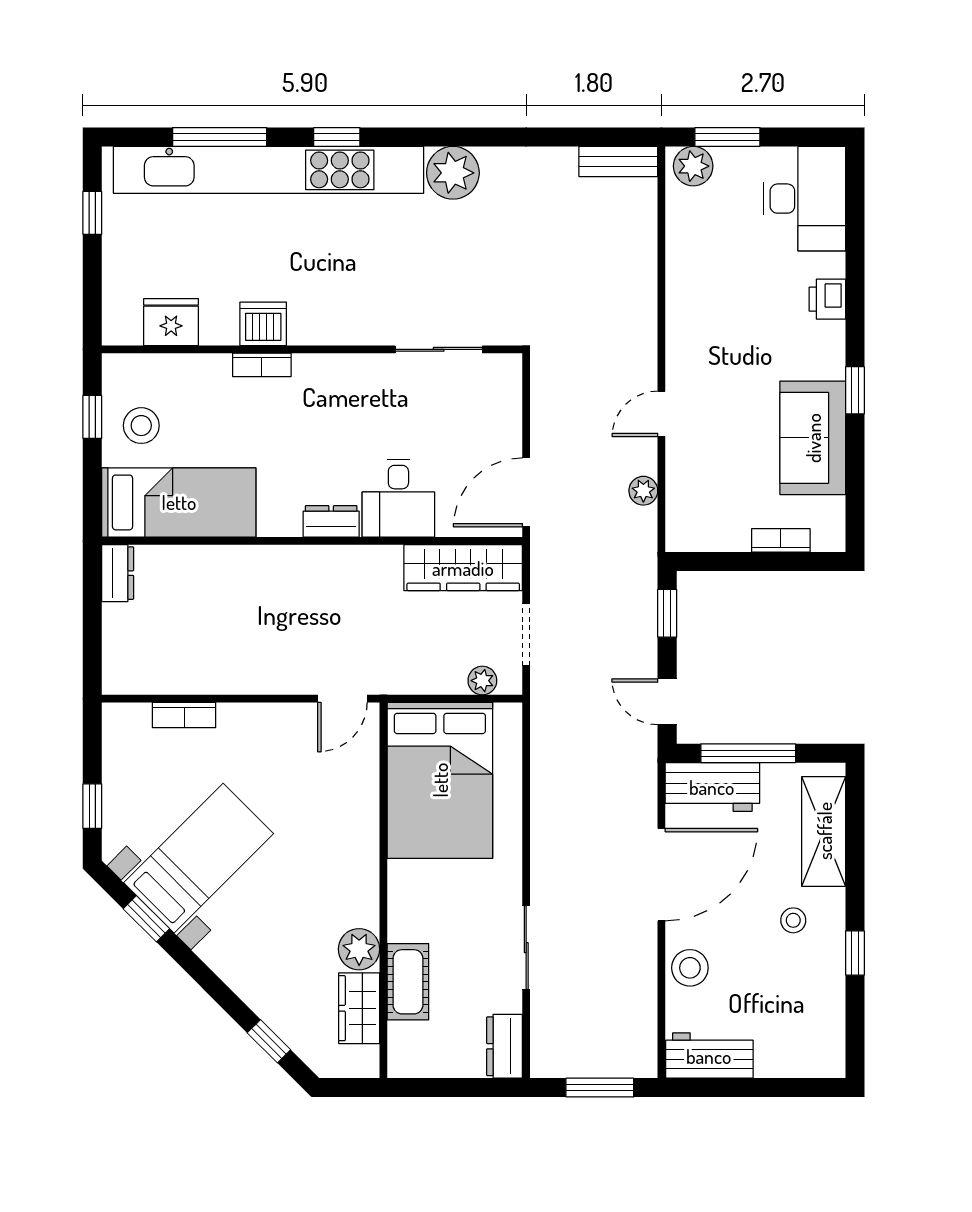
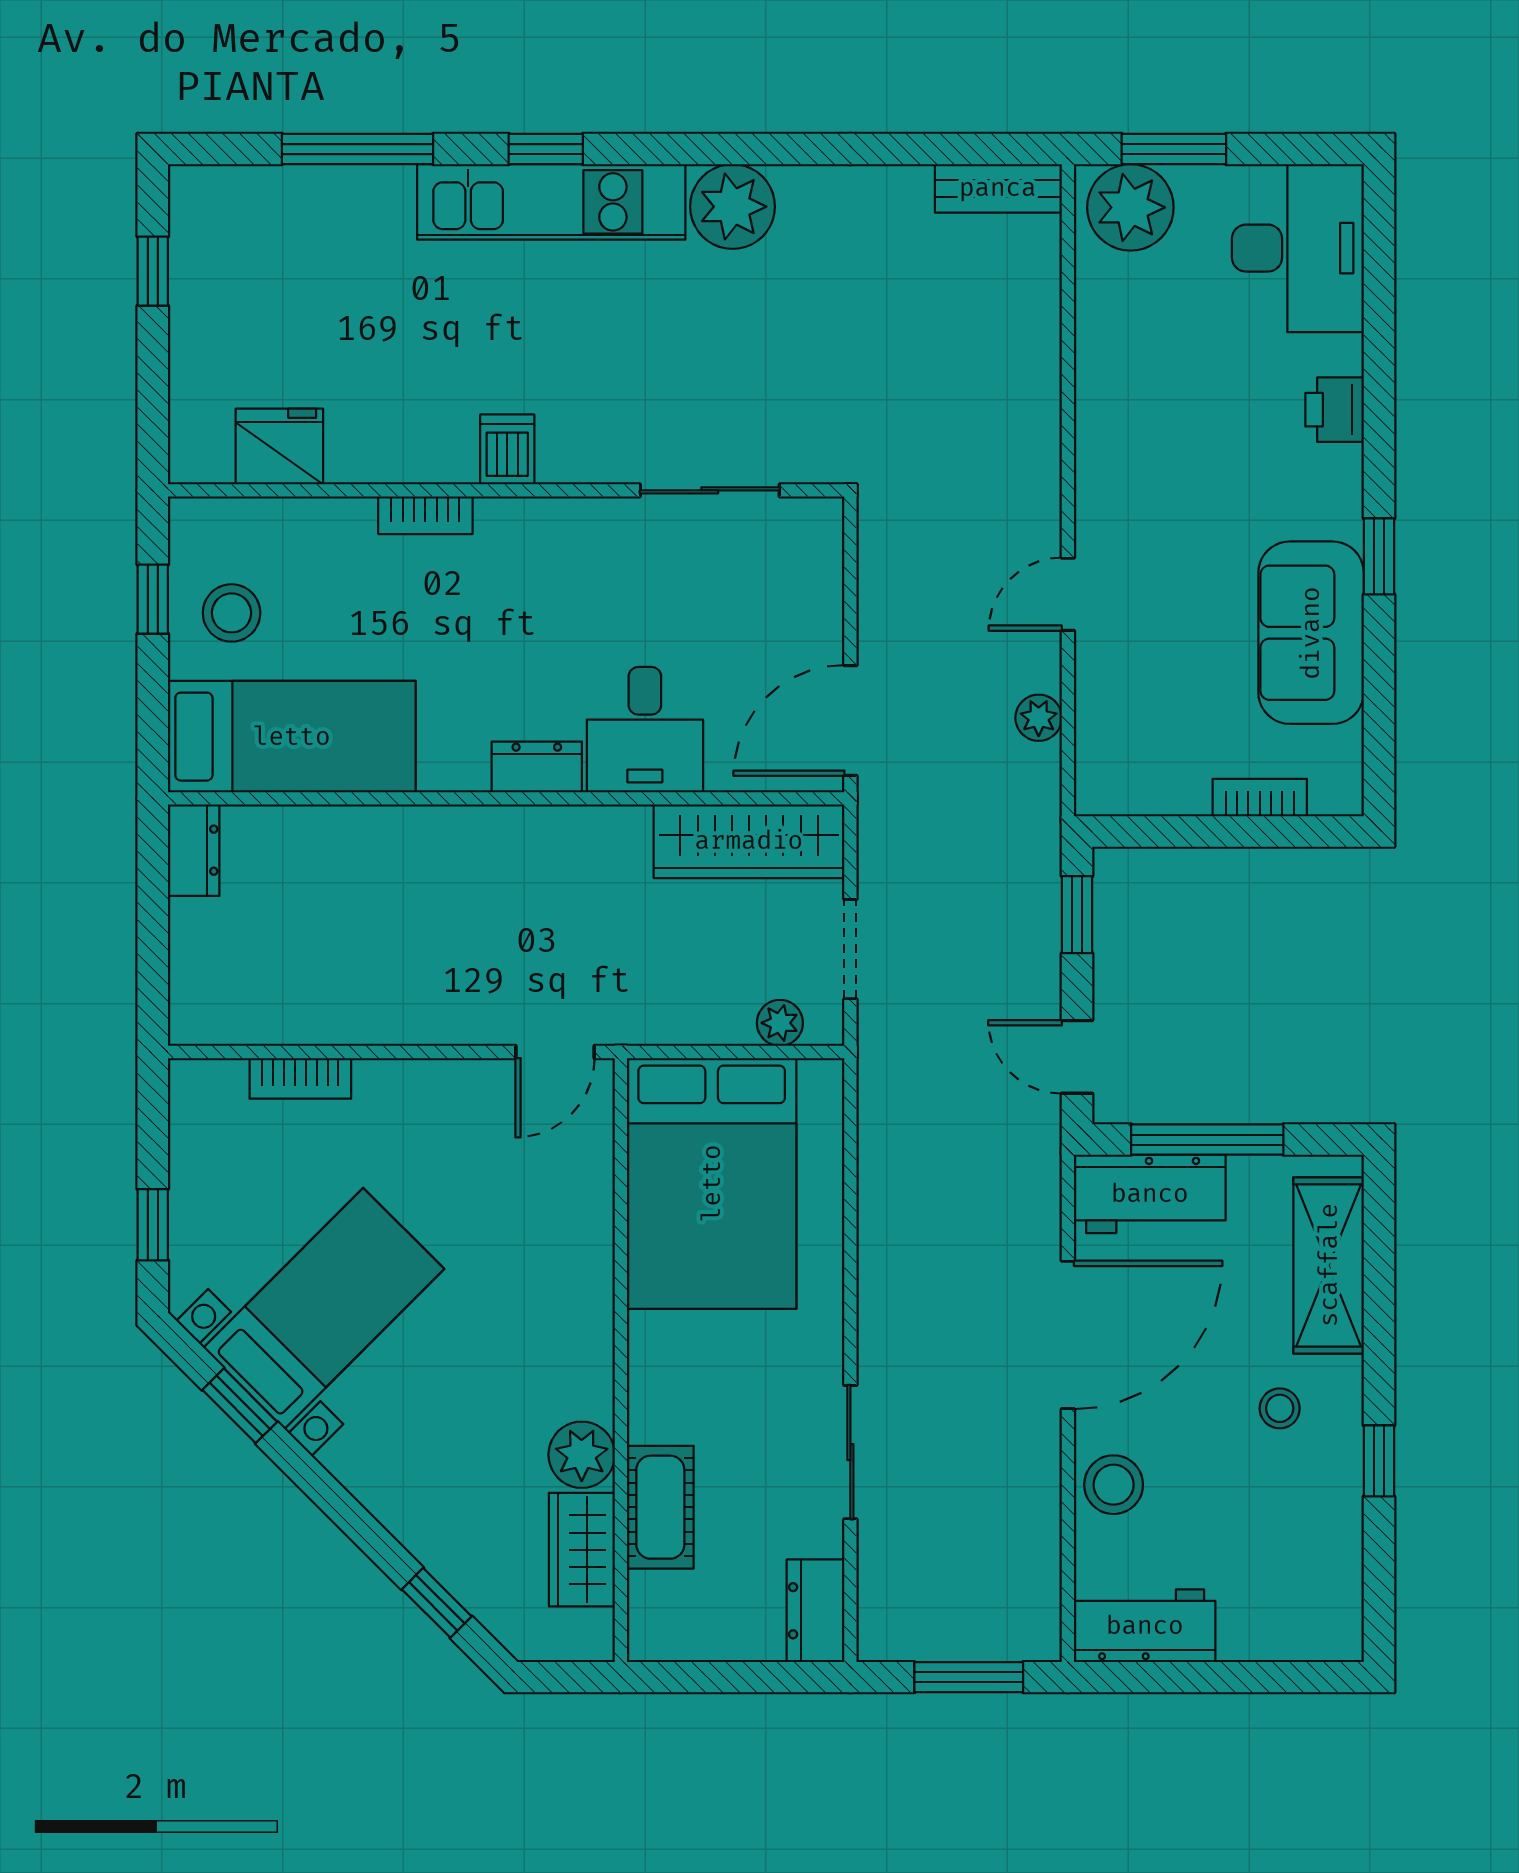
plant: (693, 166) -> (1130, 207), width x1.36, depth x1.36
kitchen unit: (268, 170) -> (551, 202), width x0.54
dishwasher: (263, 324) -> (507, 449), moved, width x0.73

